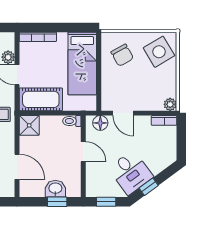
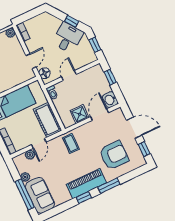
shower: (29, 125) -> (80, 114), moved
washbasin: (55, 189) -> (110, 100), moved

